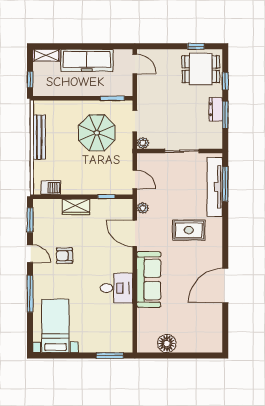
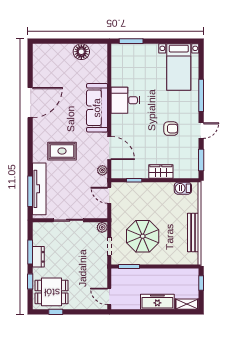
freezer: (87, 60) -> (157, 302), width x0.73, depth x0.79
door: (30, 254) -> (201, 130), swing flipped

